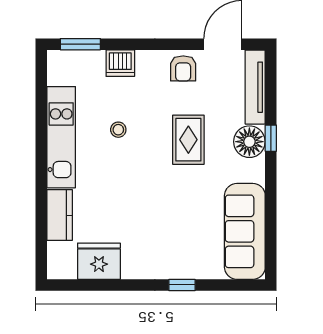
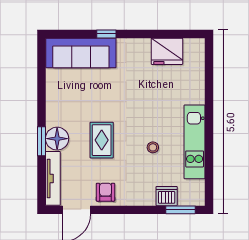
dishwasher: (120, 63) -> (167, 196), moved
window: (271, 138) -> (41, 141), width x1.50
kitchen counter: (60, 215) -> (196, 85), removed
sofa: (245, 231) -> (81, 53), moved, turned 90

